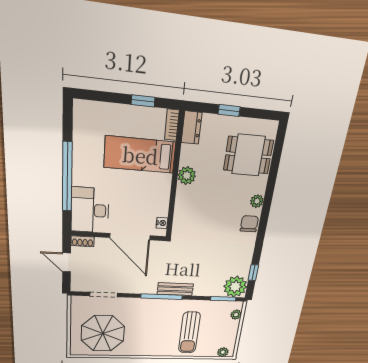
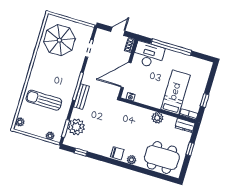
dining table: (248, 155) -> (162, 158), width x1.38
plant: (235, 287) -> (76, 127), moved

